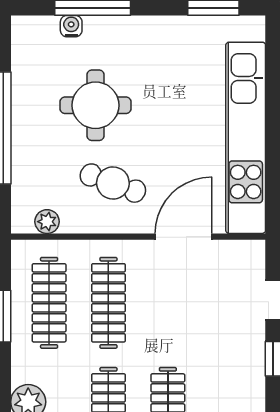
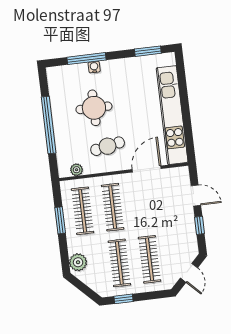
water cooler: (71, 26) -> (94, 67), moved
cafe table: (113, 183) -> (108, 146), turned -31

